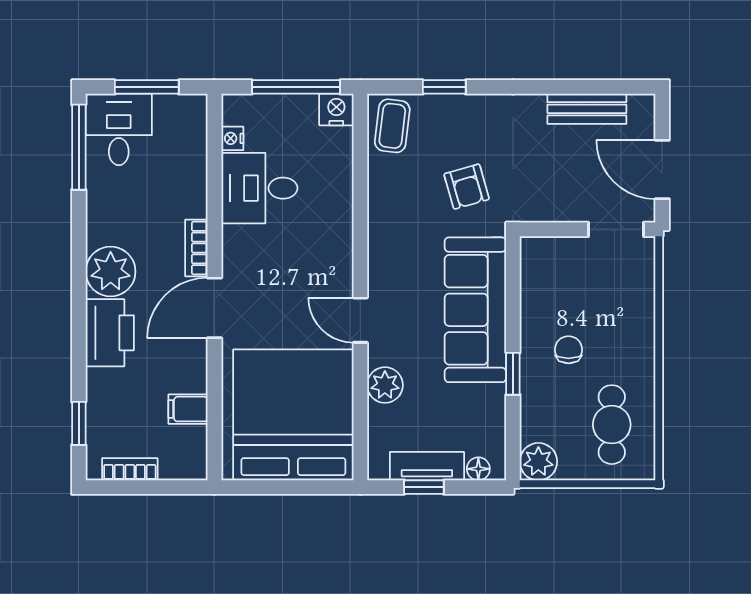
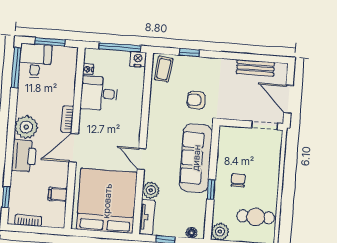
armchair: (467, 187) -> (196, 100), turned 106
cafe table: (612, 425) -> (256, 217), turned 90
tv unit: (427, 466) -> (147, 217), moved, turned 90

